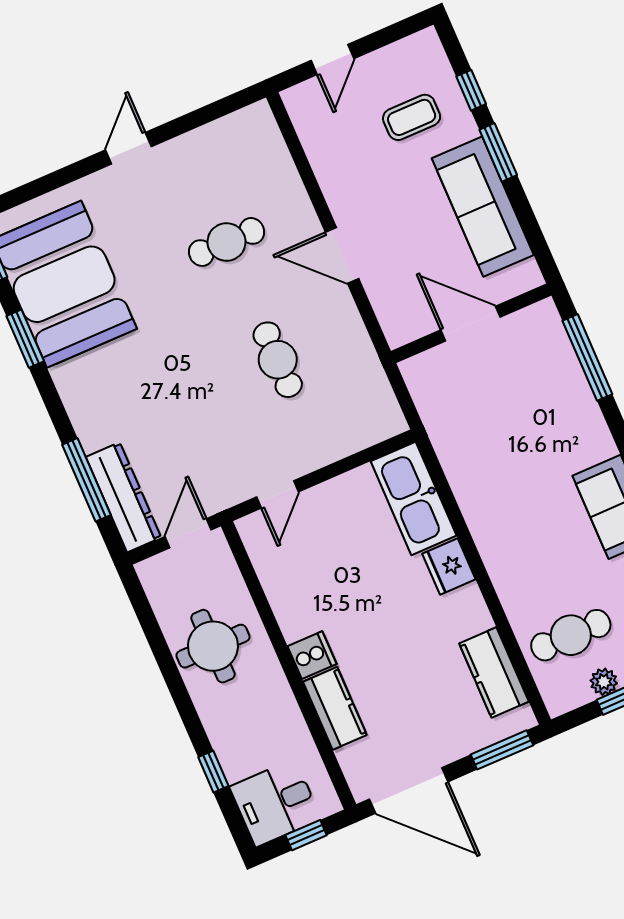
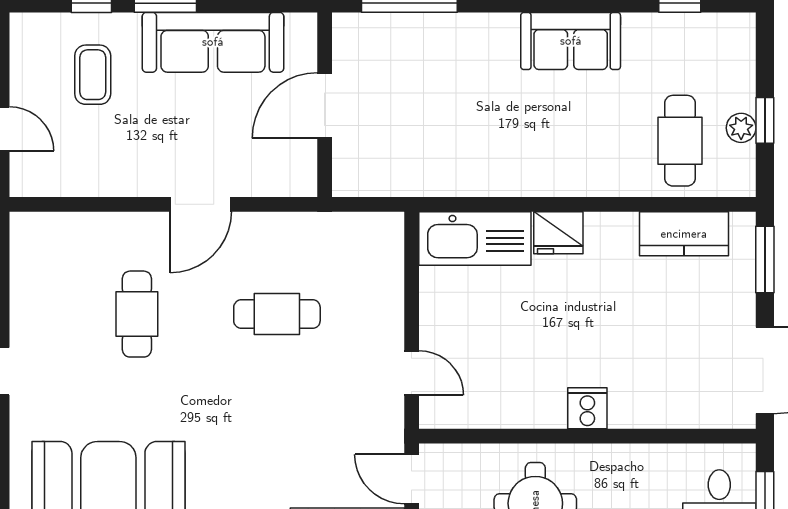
kitchen counter: (335, 708) -> (651, 409), removed

